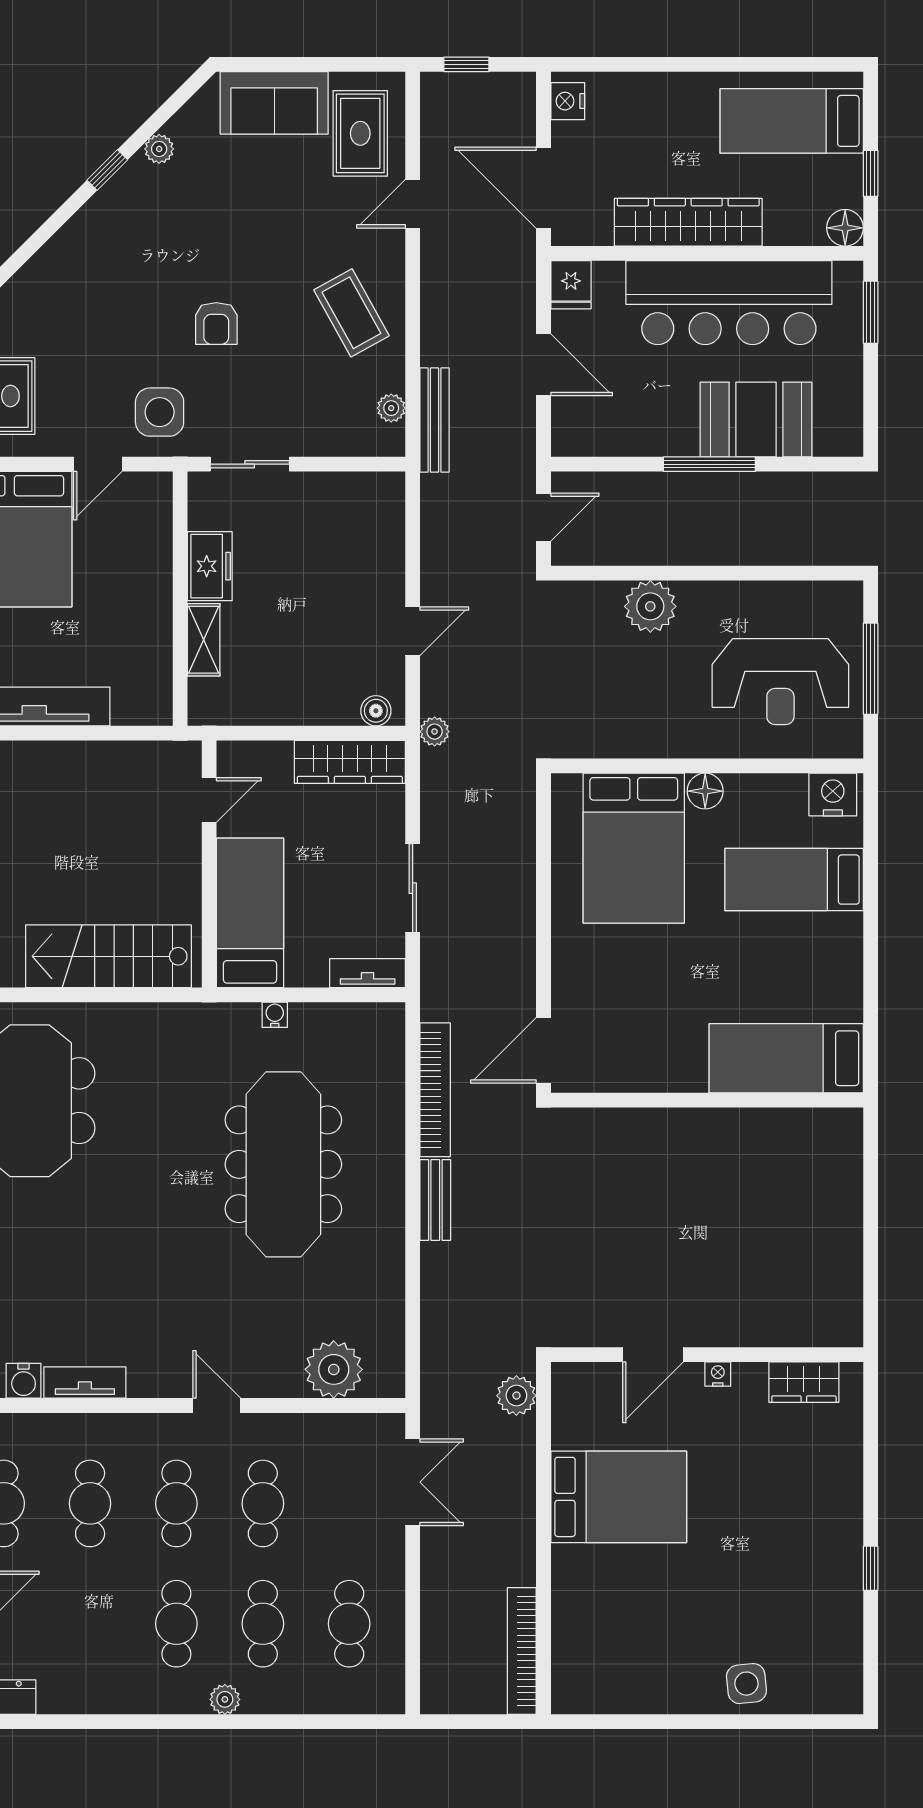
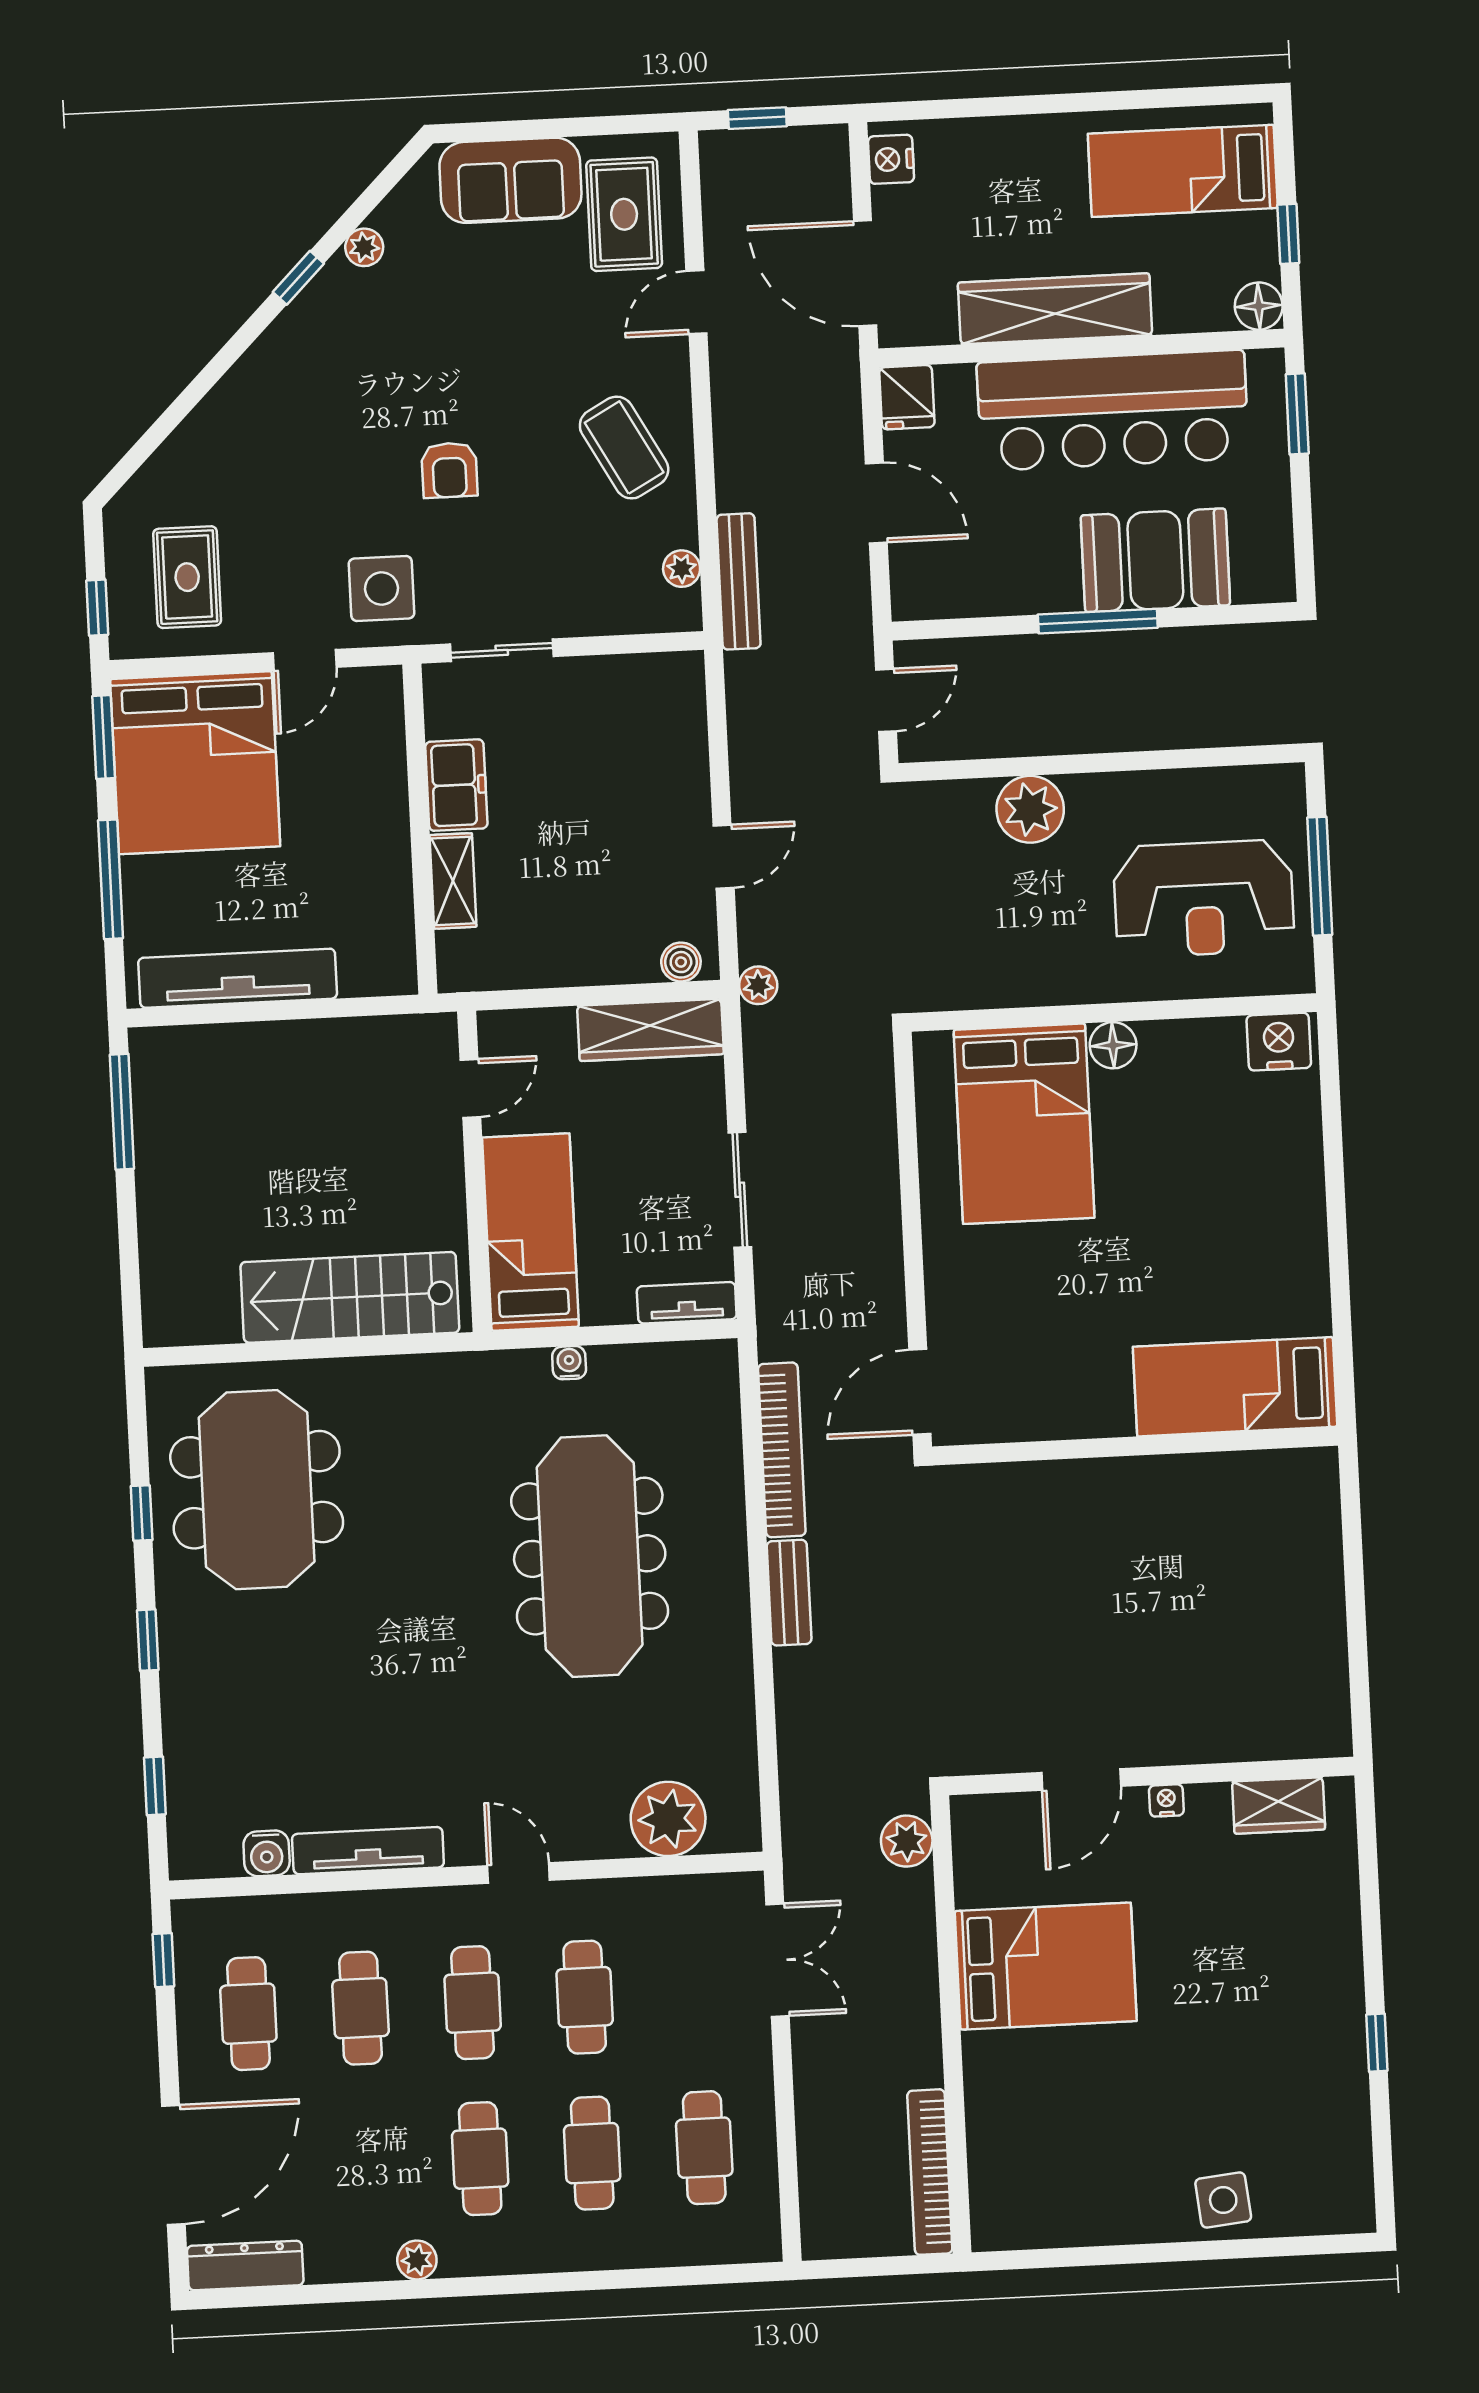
bed: (794, 880) -> (1234, 1154), removed
tv unit: (85, 1383) -> (368, 1851), width x1.41
plant: (225, 1699) -> (417, 2260), moved

